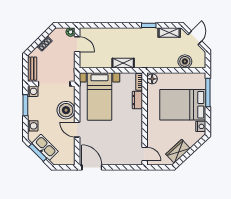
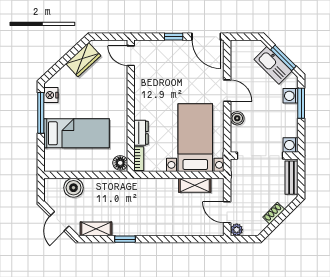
shelving: (123, 63) -> (195, 185), moved
window: (208, 93) -> (41, 113), moved
window: (25, 105) -> (301, 103), moved
bed: (183, 105) -> (77, 133), width x0.67
boiler: (66, 110) -> (237, 118), width x0.54, depth x0.54
window: (115, 167) -> (174, 37), added

